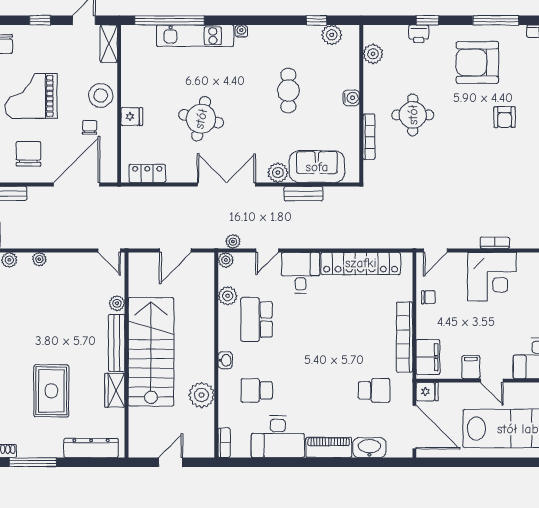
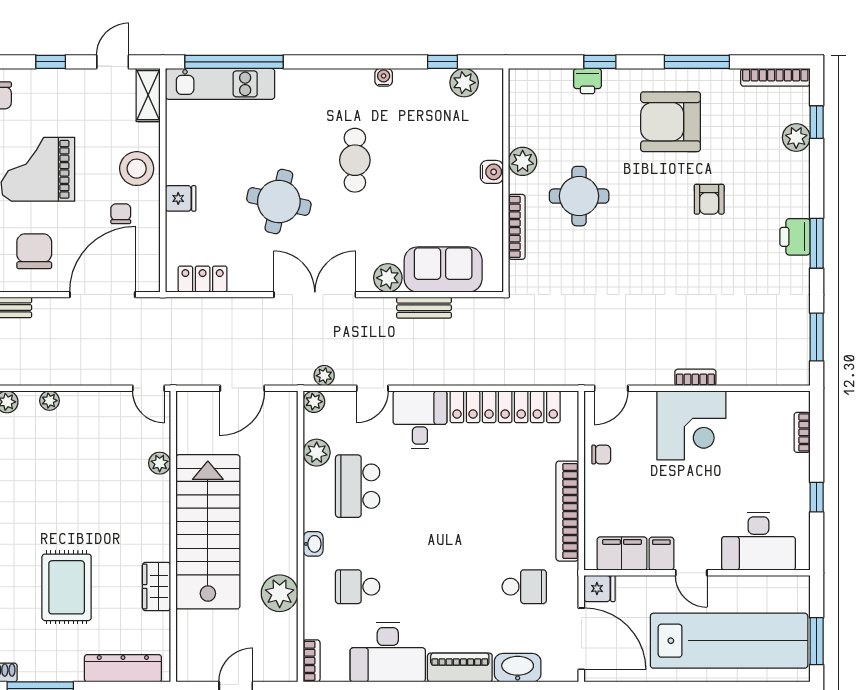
water cooler: (241, 31) -> (384, 77), moved
kitchen unit: (195, 36) -> (220, 84), moved
plant: (373, 54) -> (523, 161), moved
cafe table: (288, 91) -> (355, 160), moved
bench: (117, 343) -> (159, 519), removed
filing cabinet: (428, 357) -> (622, 554), moved, turned -90

